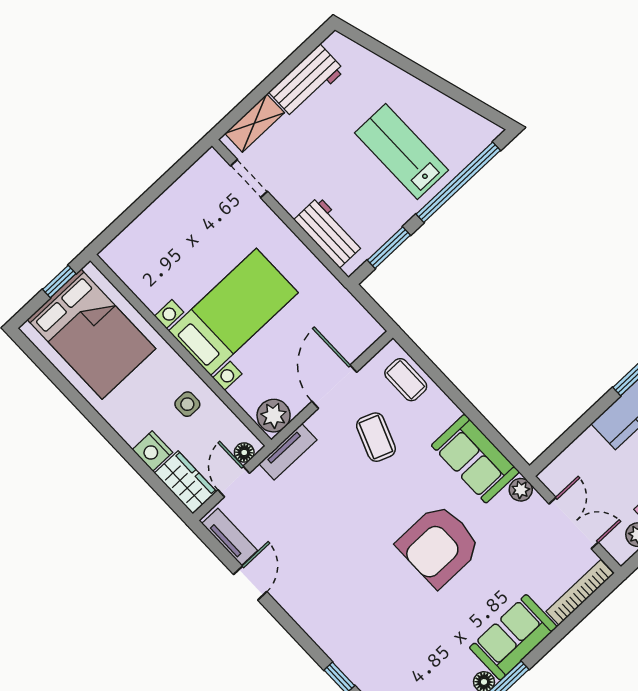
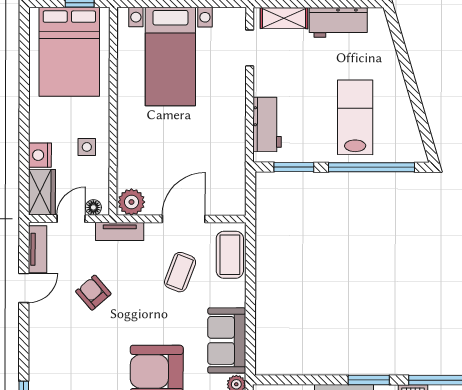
bed with nightstands: (233, 312) -> (170, 57), moved, turned 90
coffee table: (406, 380) -> (230, 255), width x1.36, depth x1.30
armchair: (316, 529) -> (93, 293), added

